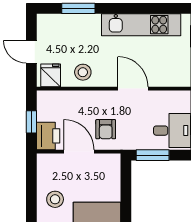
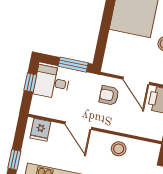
fridge: (51, 75) -> (40, 130), moved
armchair: (106, 129) -> (109, 95), turned -90

